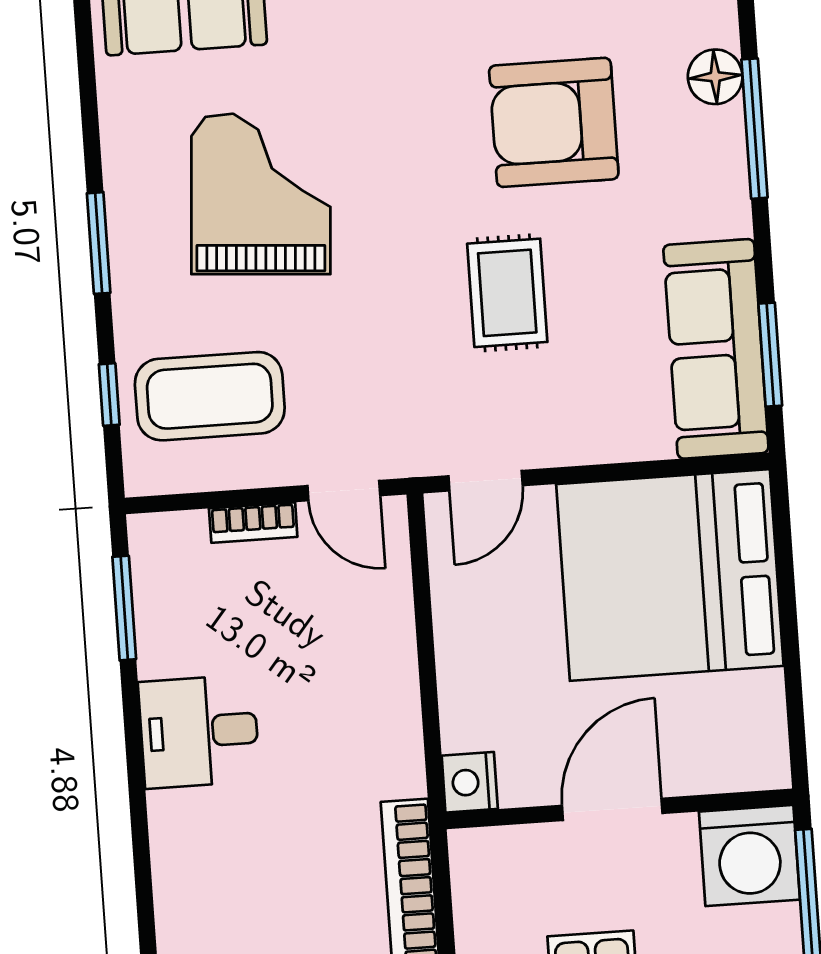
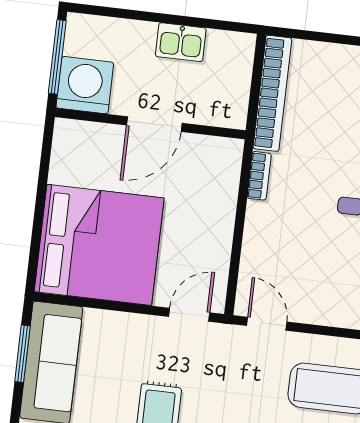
bookcase: (253, 523) -> (259, 176), moved, turned 90
nightstand: (470, 782) -> (229, 153), removed

